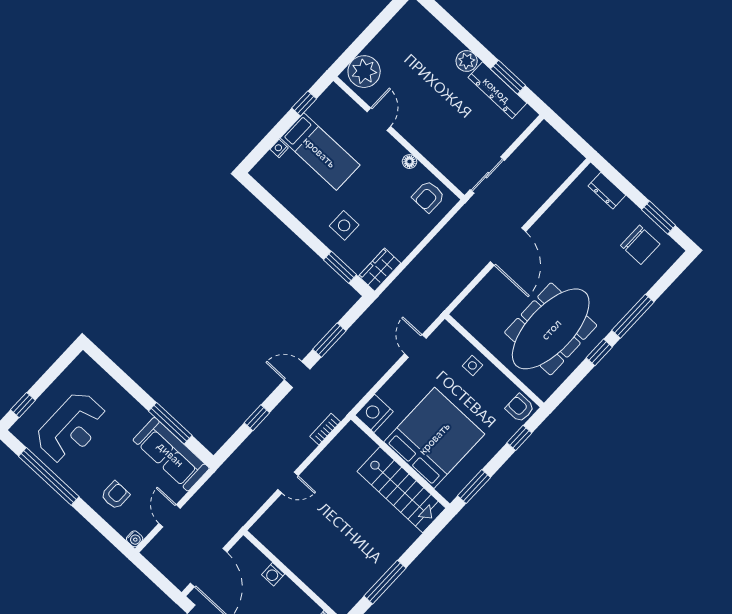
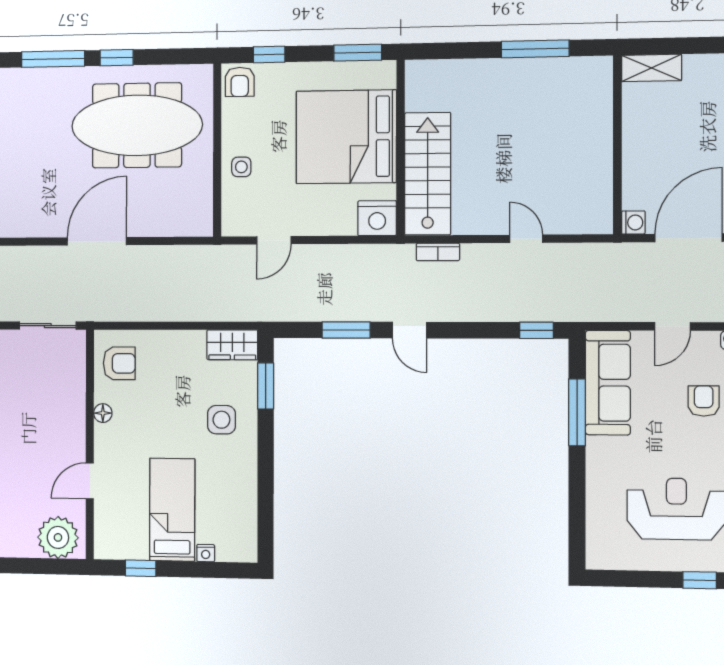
window: (257, 418) -> (536, 330), moved
stairs: (401, 490) -> (428, 174), moved
armchair: (115, 495) -> (704, 401), turned 90
washing machine: (273, 574) -> (633, 222), moved

